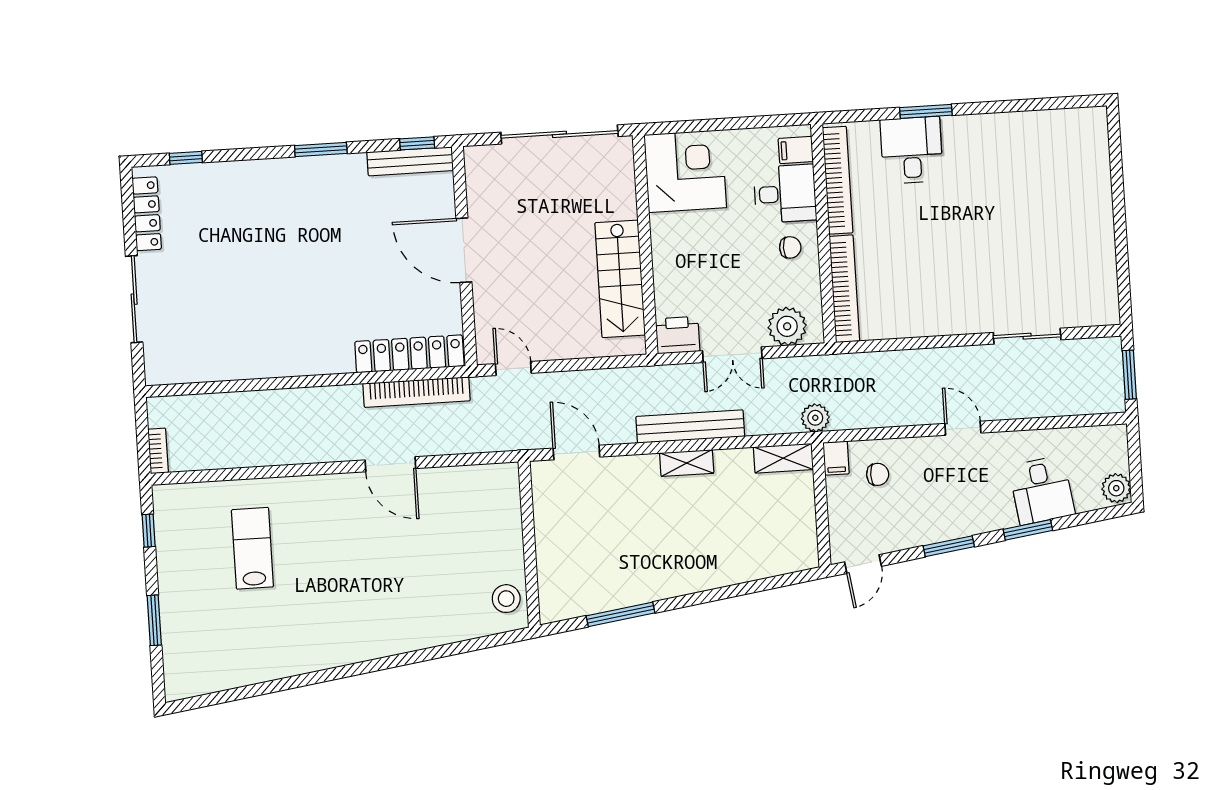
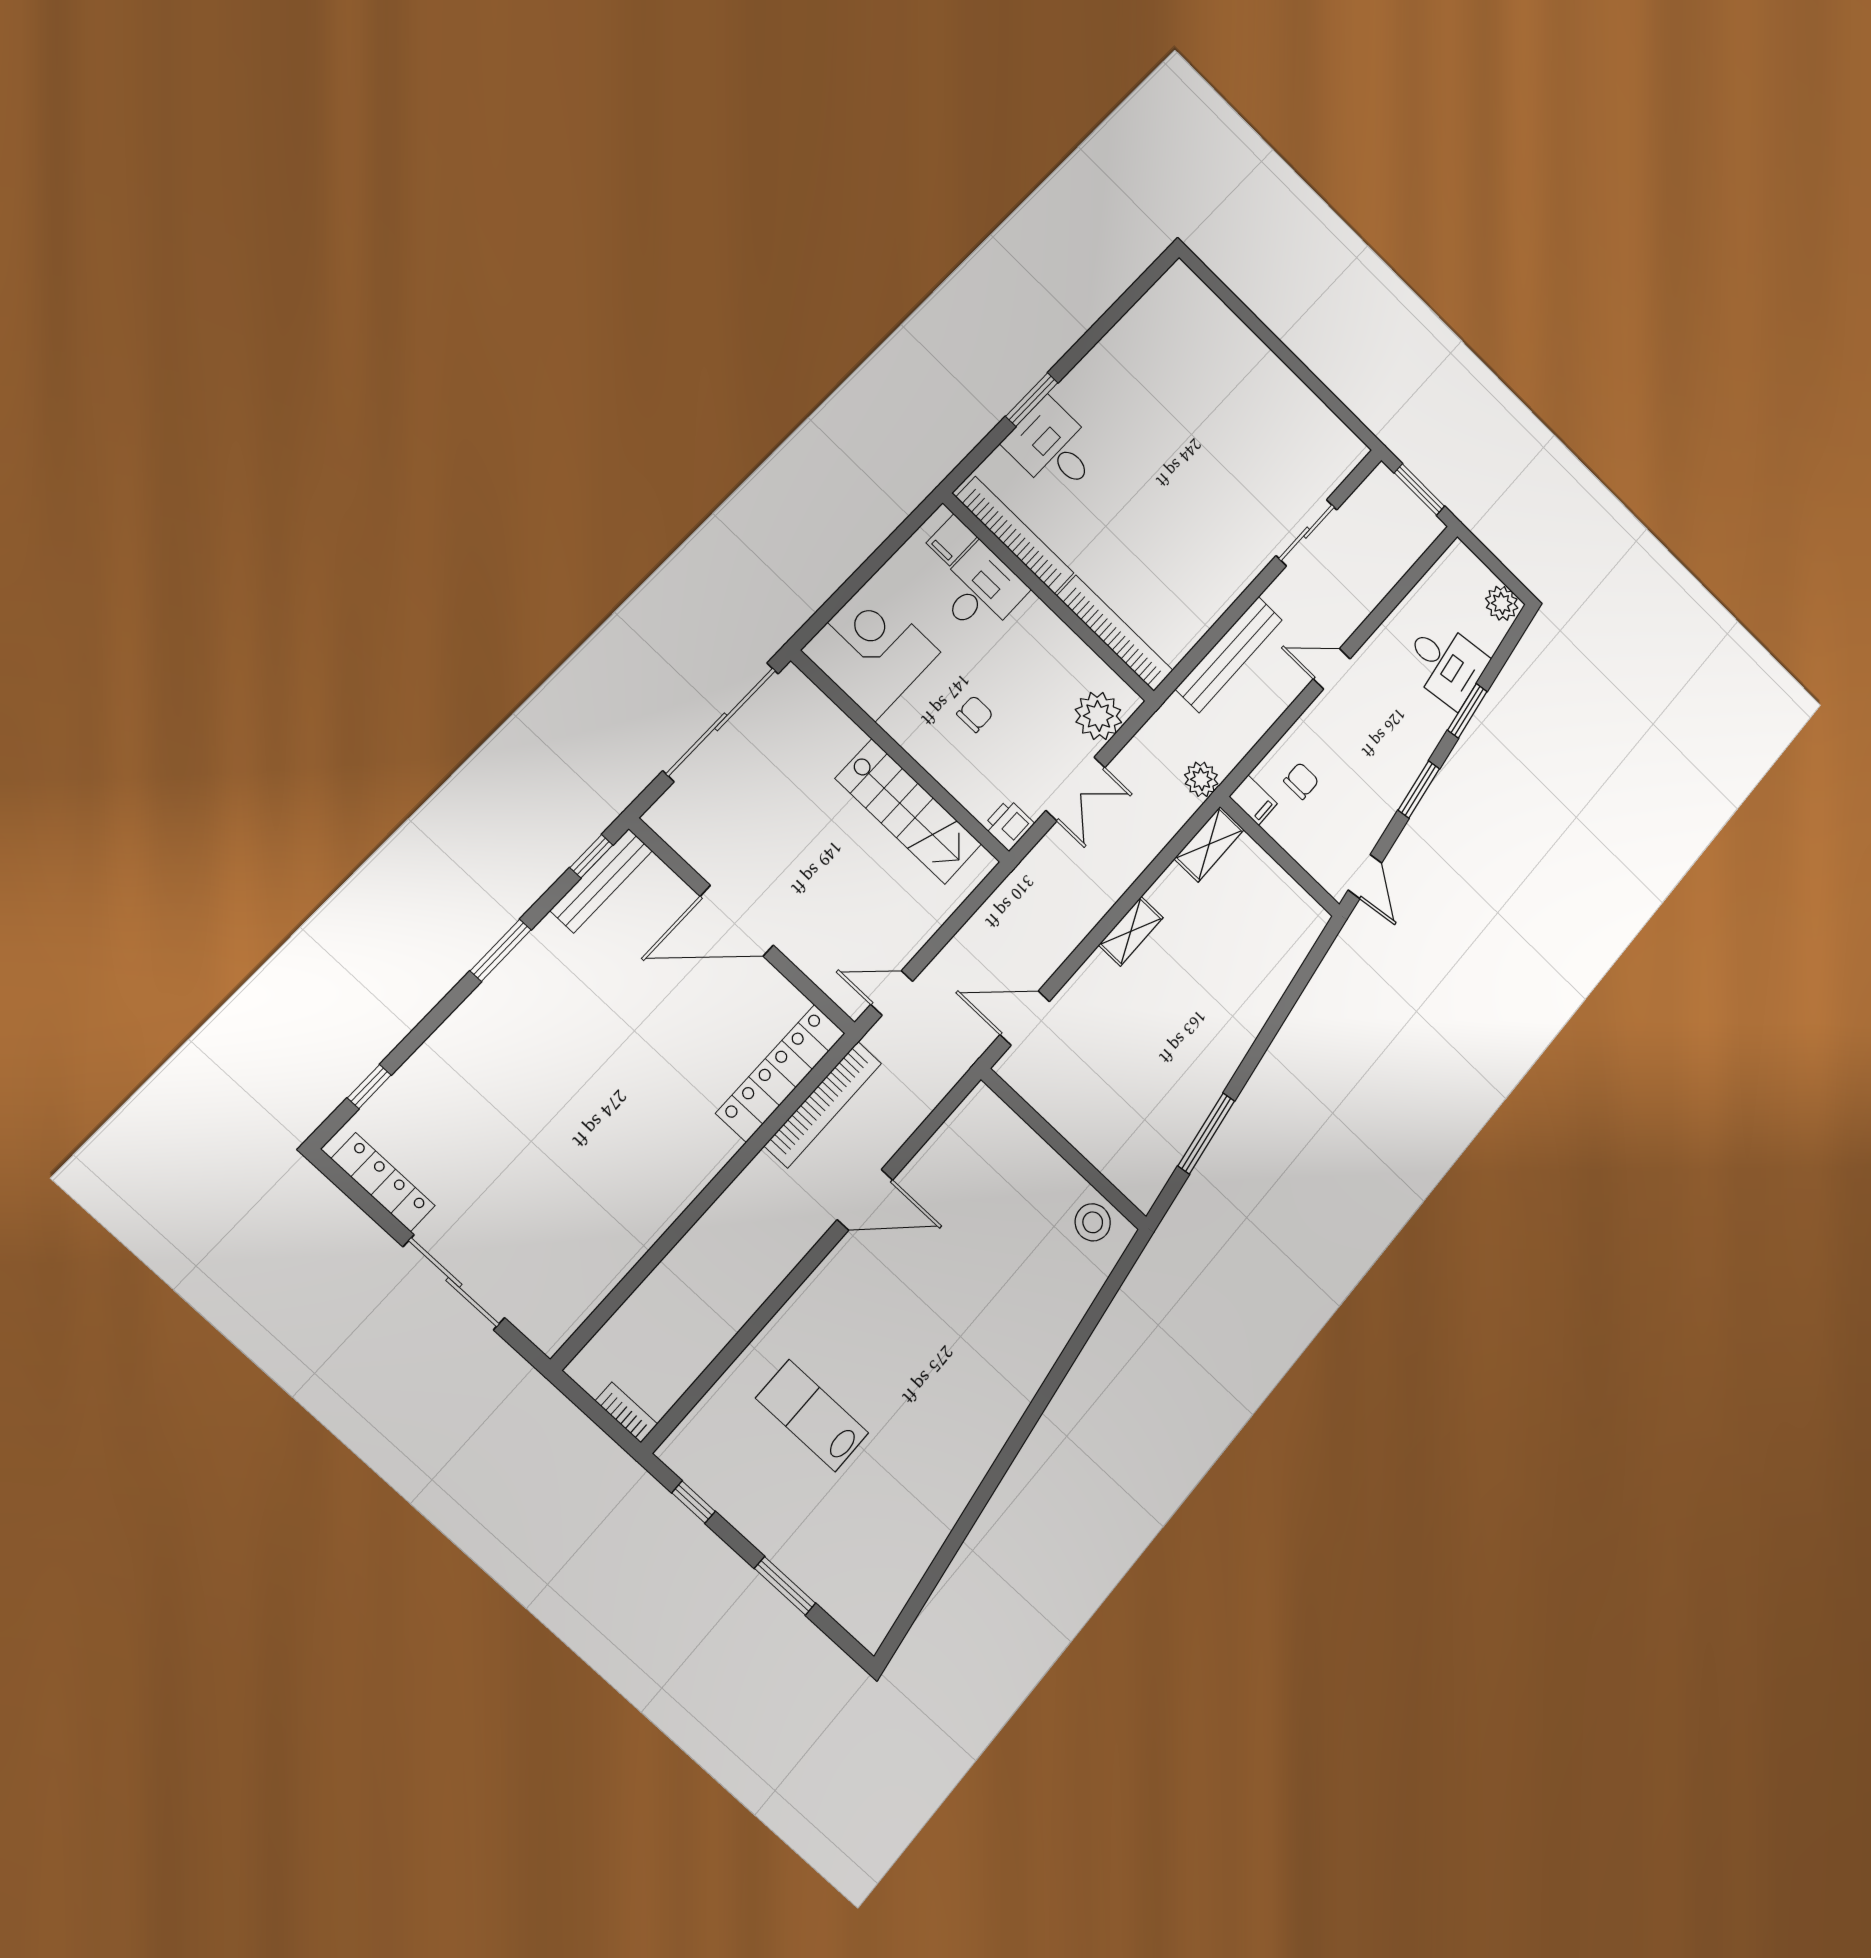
chair: (790, 247) -> (975, 714), moved
printer: (678, 335) -> (1009, 825), width x0.73, depth x0.81
bench: (690, 426) -> (1229, 654), moved

